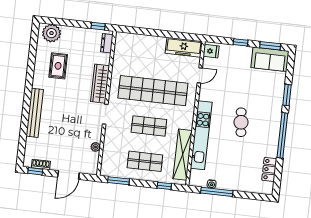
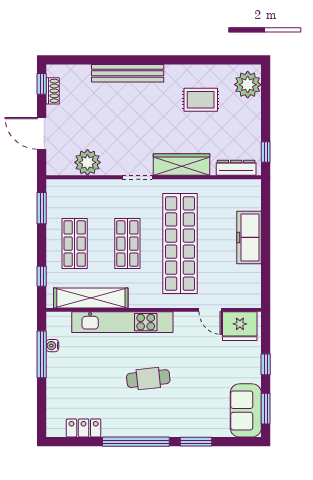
dresser: (107, 43) -> (236, 168), width x1.44
freezer: (184, 47) -> (249, 237), moved
fridge: (211, 51) -> (240, 326), width x1.88, depth x1.34
plant: (96, 147) -> (87, 162), width x1.87, depth x1.87

